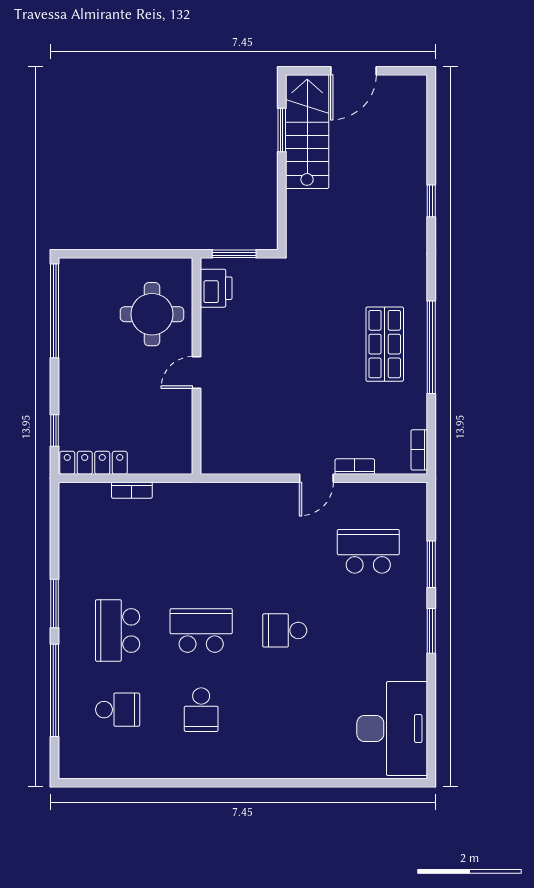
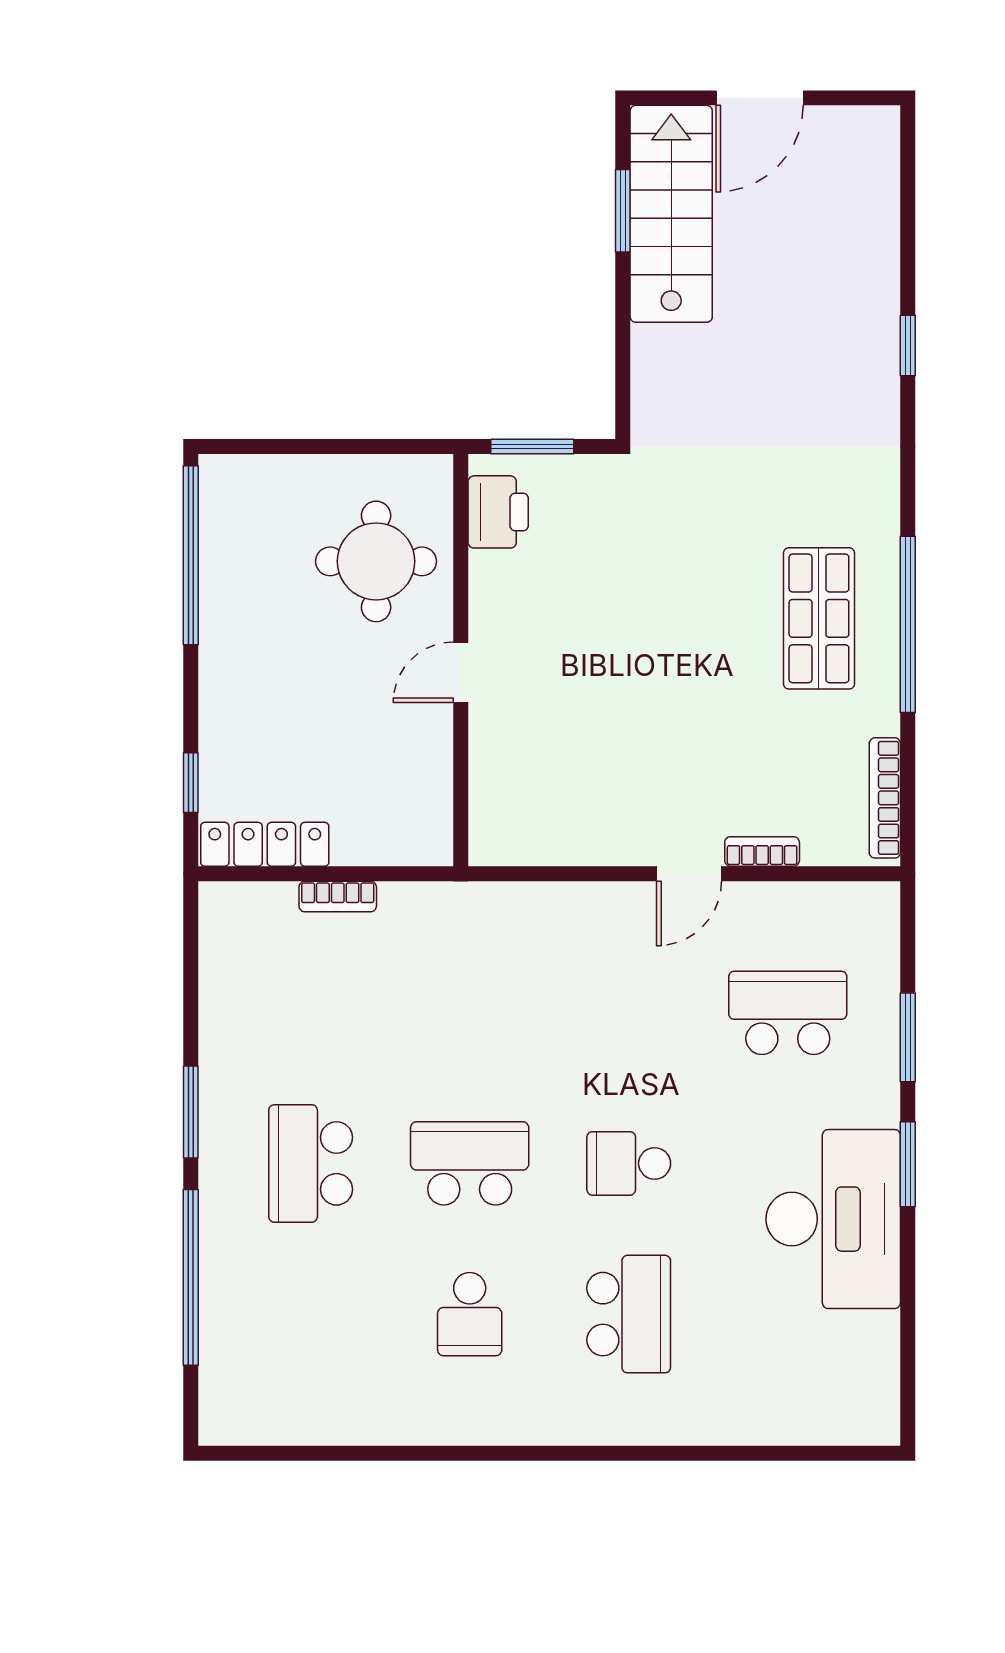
bookcase: (419, 450) -> (885, 798), width x1.56
school desk: (118, 710) -> (629, 1314), moved, width x1.85
desk: (392, 729) -> (833, 1219), moved

